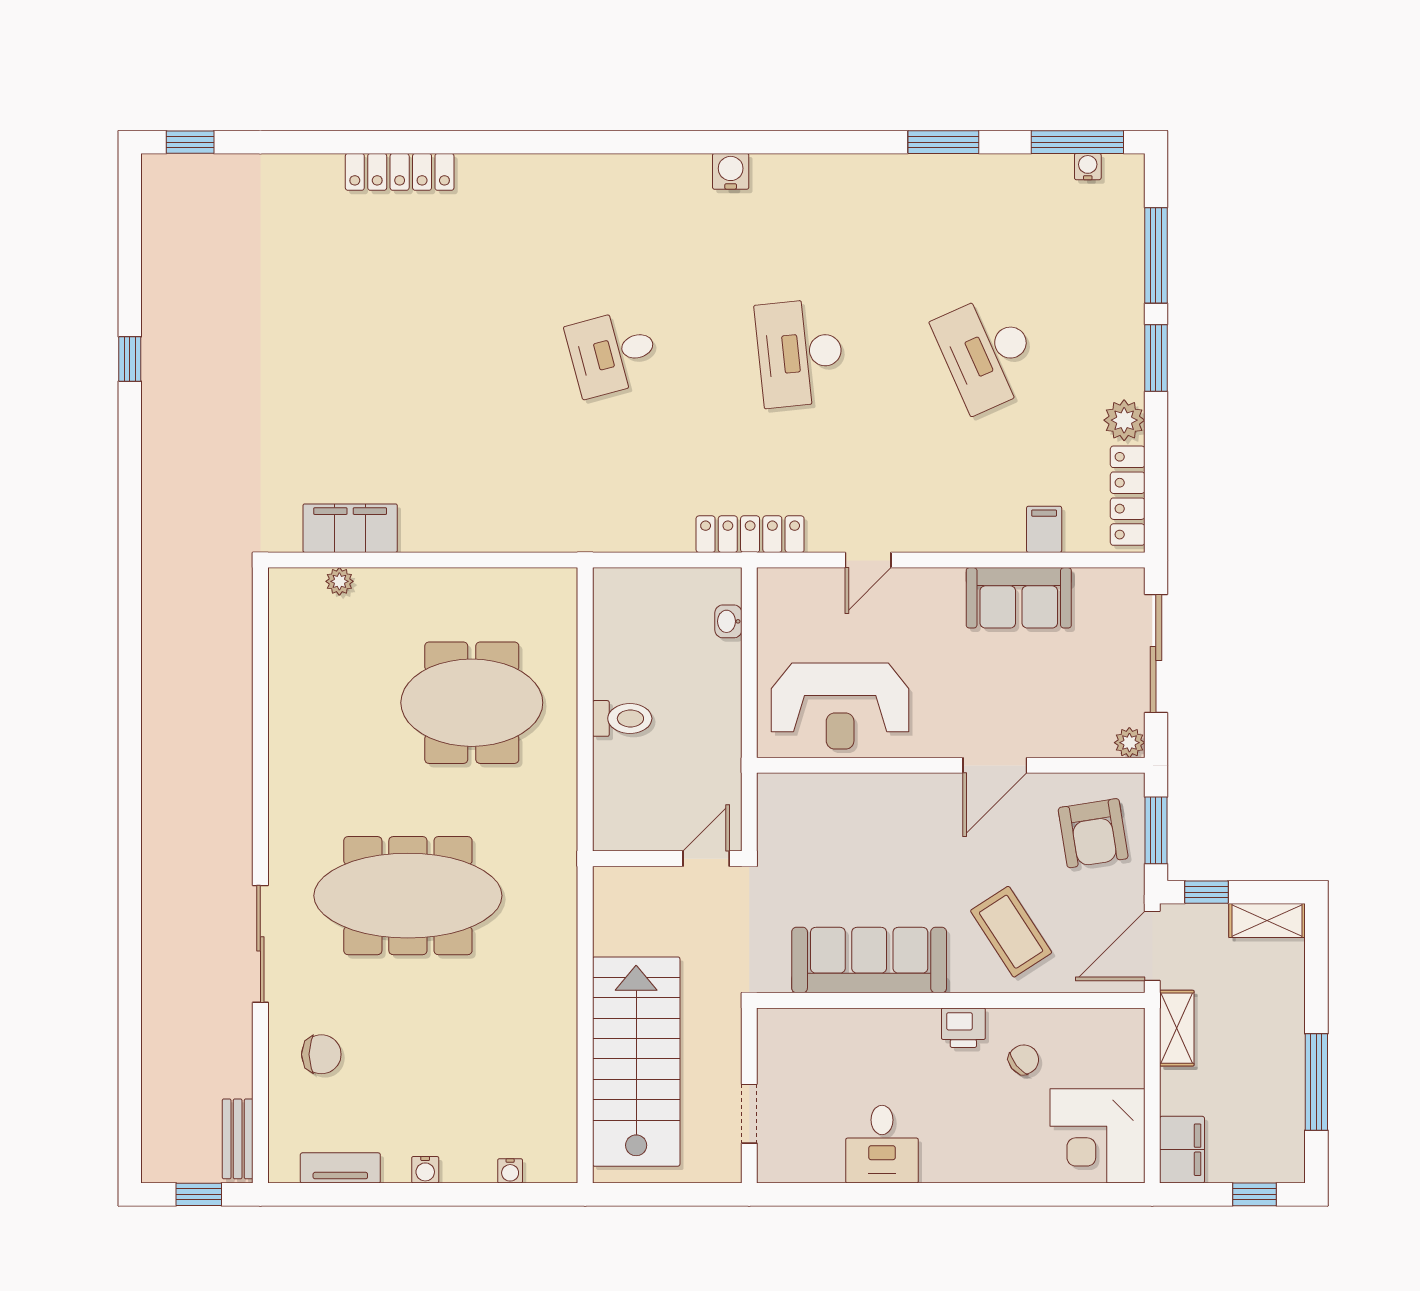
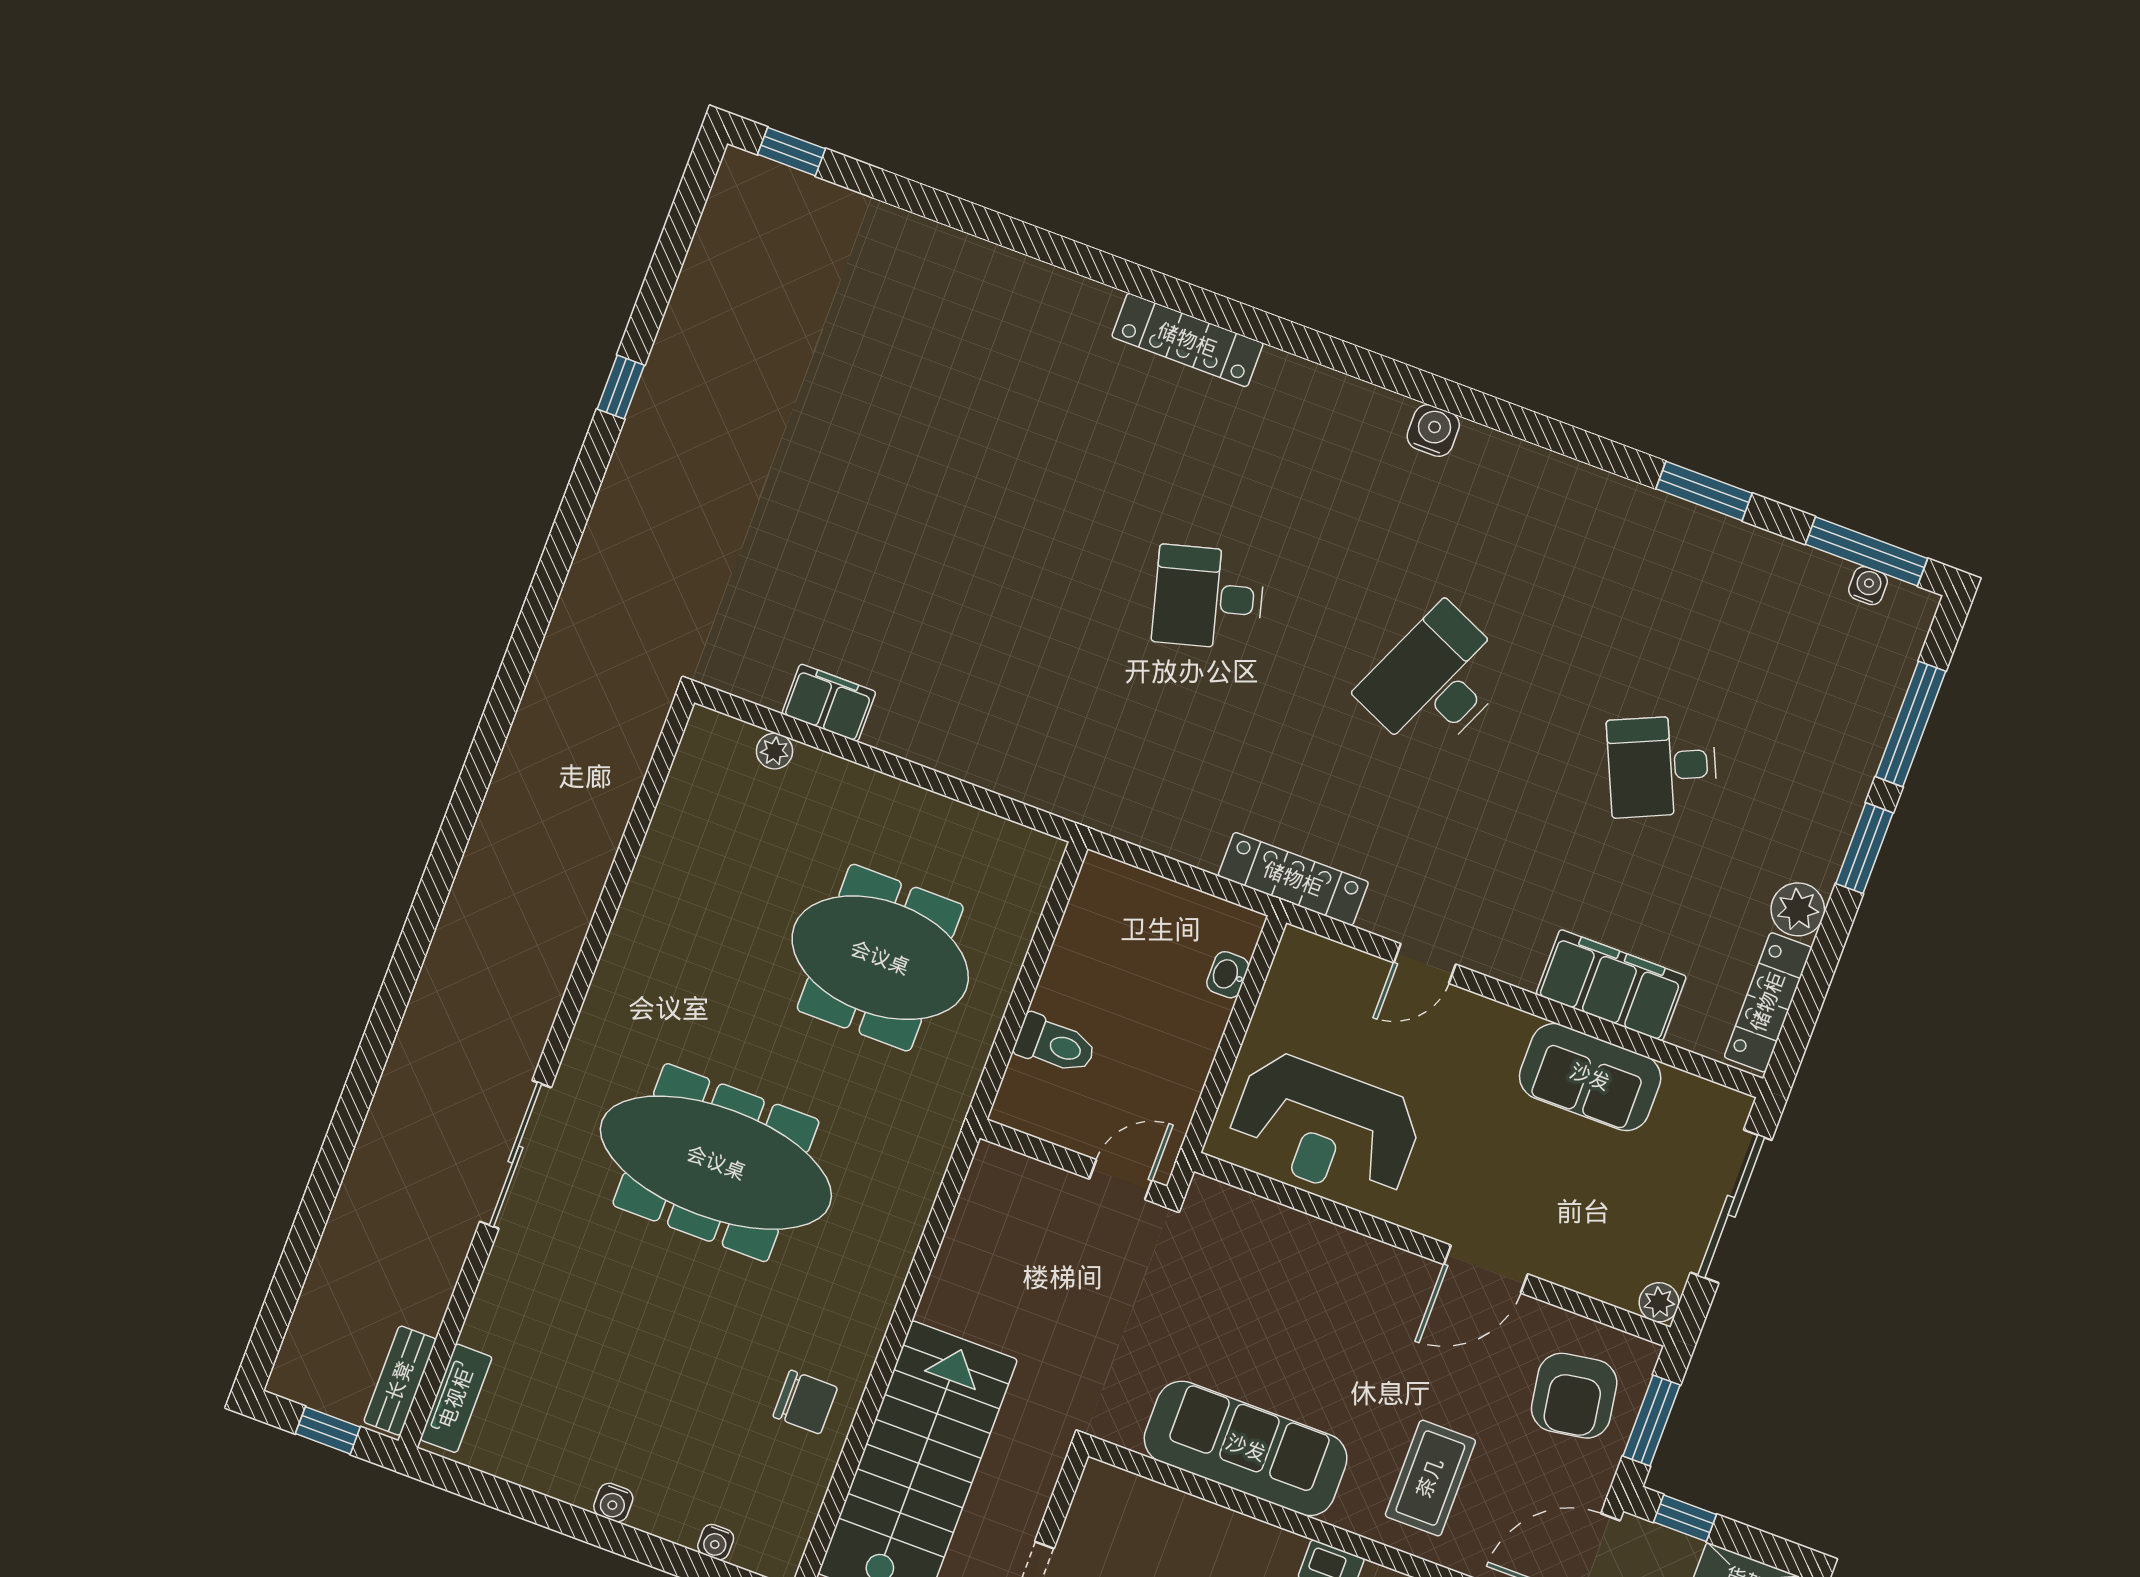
locker: (400, 172) -> (1187, 340), moved
desk: (800, 353) -> (1435, 682), turned 30
desk: (987, 353) -> (1662, 766), width x0.73
filing cabinet: (350, 528) -> (829, 703), width x0.67, depth x0.86
filing cabinet: (1044, 529) -> (1611, 985), width x3.00, depth x1.17
wall: (667, 859) -> (1074, 1162), moved
door: (706, 859) -> (1121, 1180), moved
coffee table: (1011, 932) -> (1430, 1478), turned 33
chair: (321, 1054) -> (805, 1402), moved
tv unit: (340, 1168) -> (456, 1398), moved, turned 90

